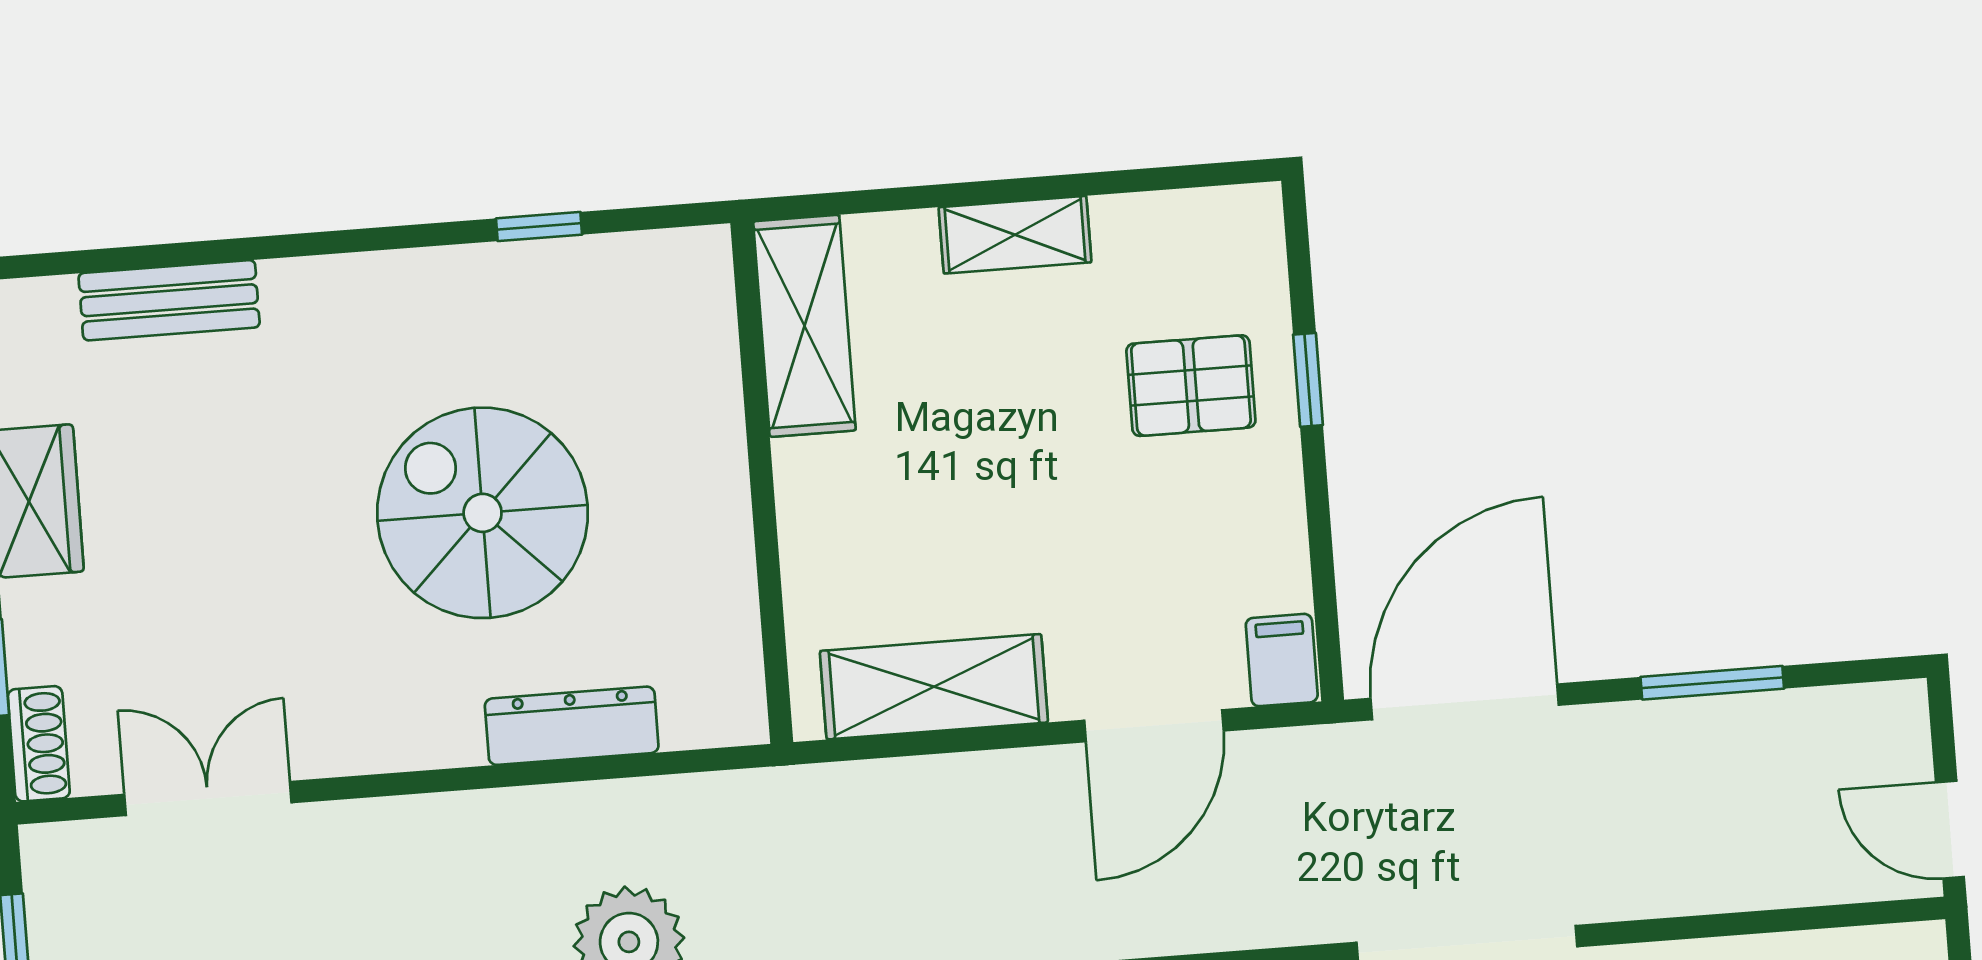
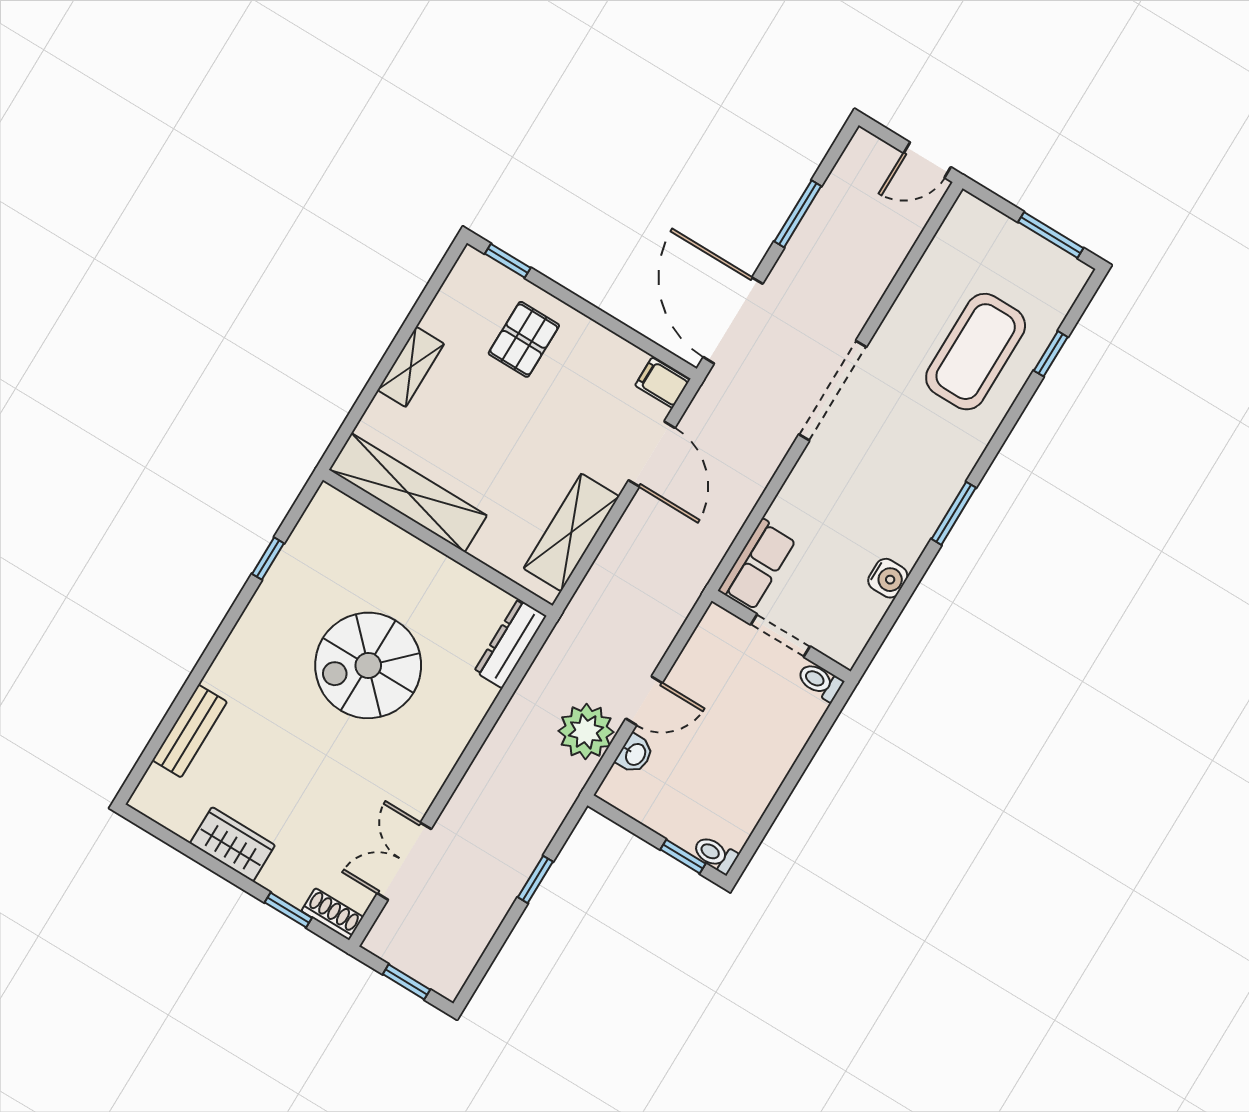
shelving: (804, 326) -> (408, 493), width x1.47
window: (1308, 380) -> (508, 261), moved
dresser: (572, 726) -> (510, 644), moved

